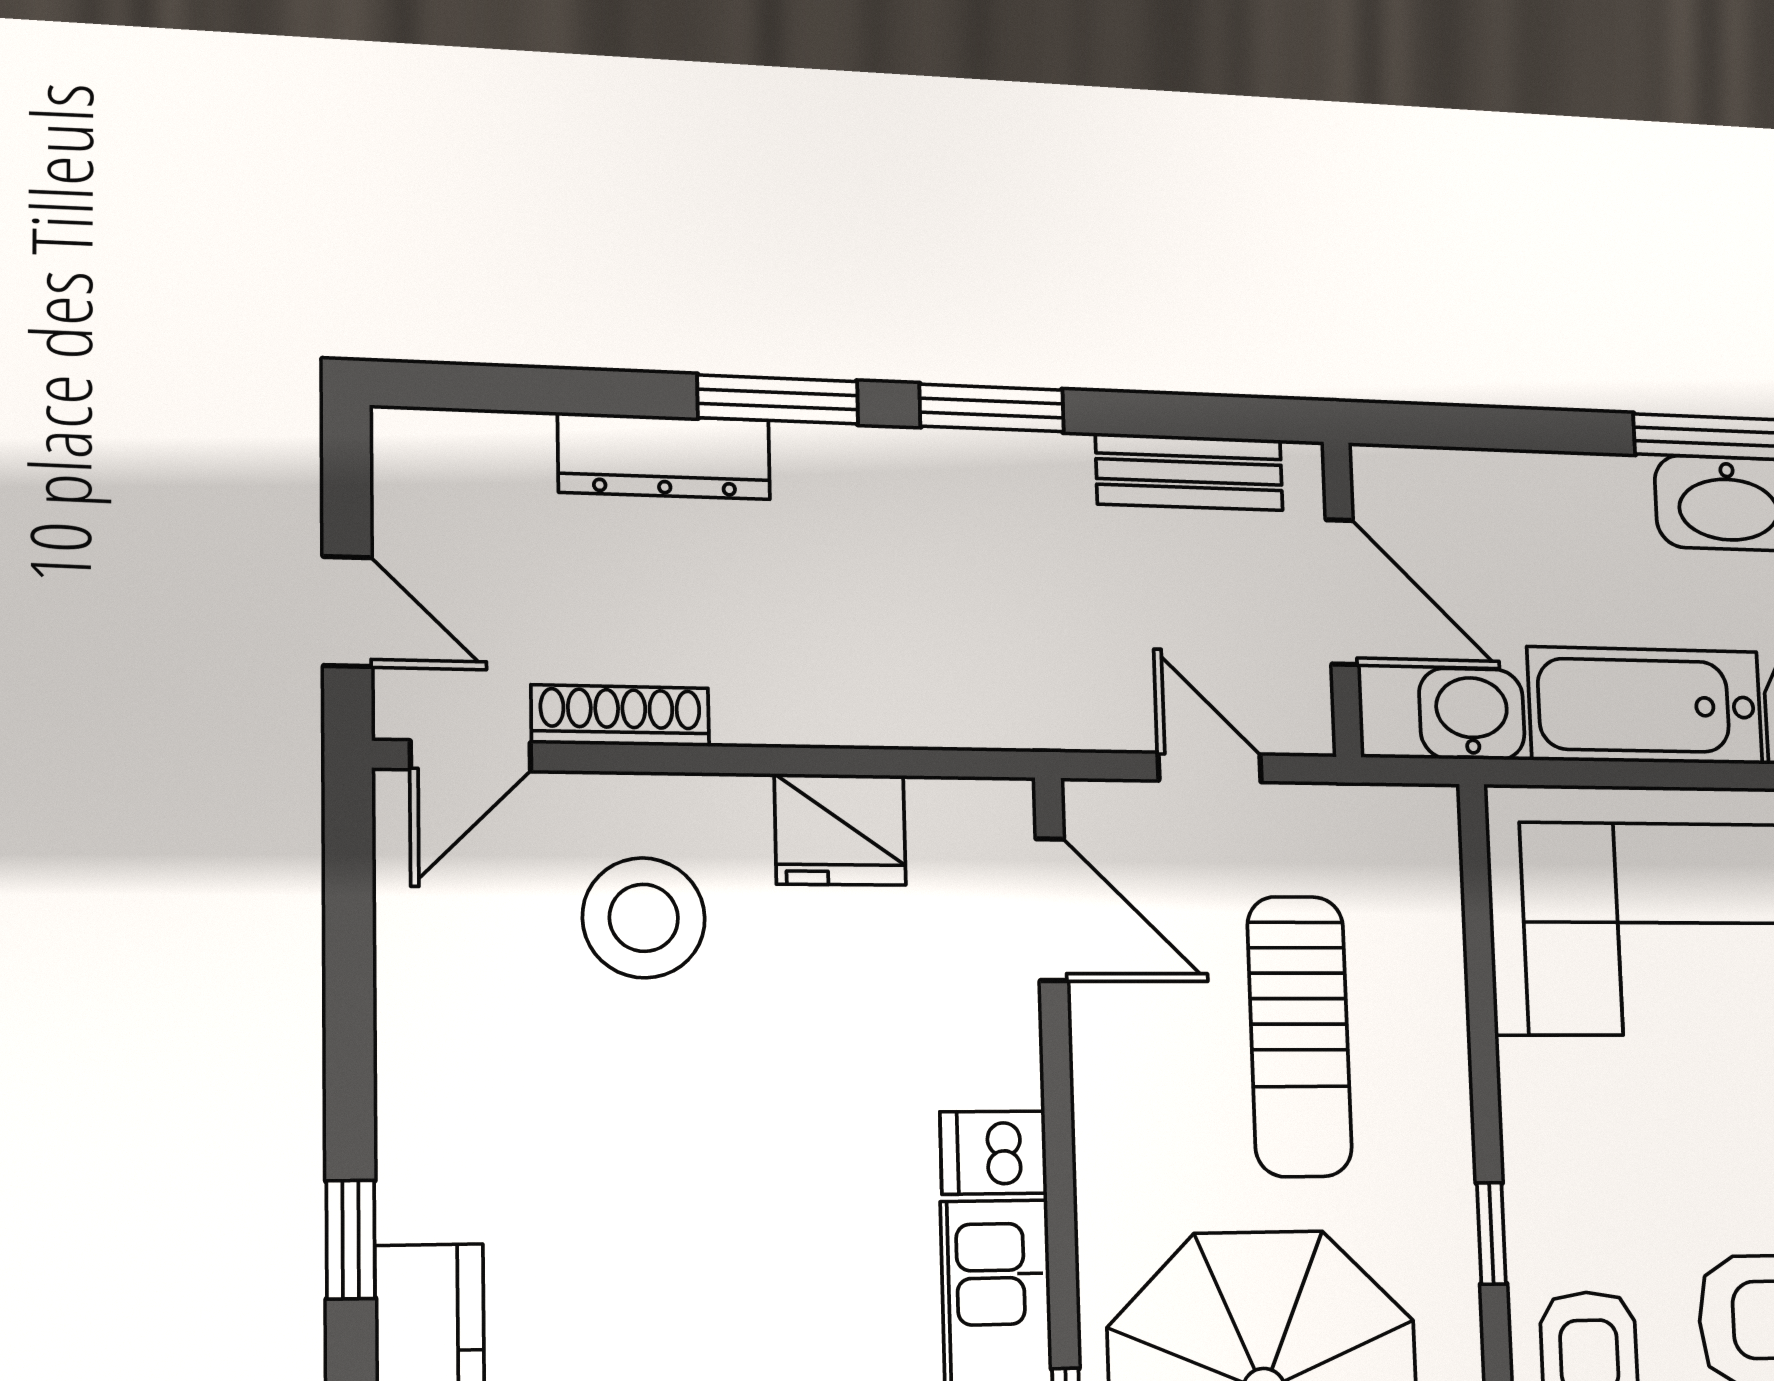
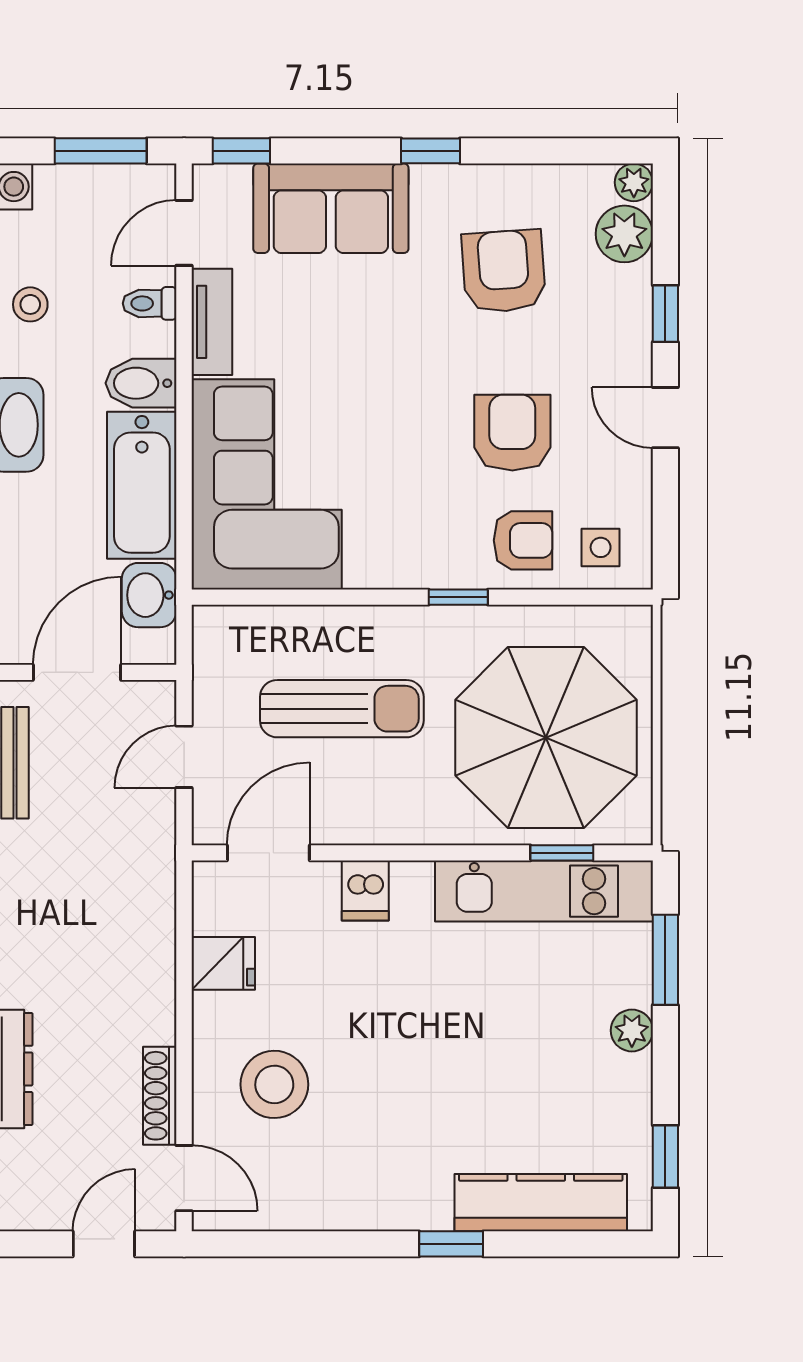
fridge: (840, 830) -> (223, 963), width x0.72
dishwasher: (994, 1153) -> (365, 890), moved

